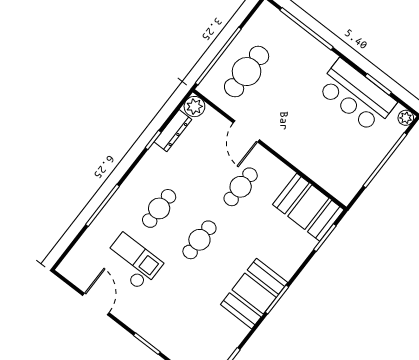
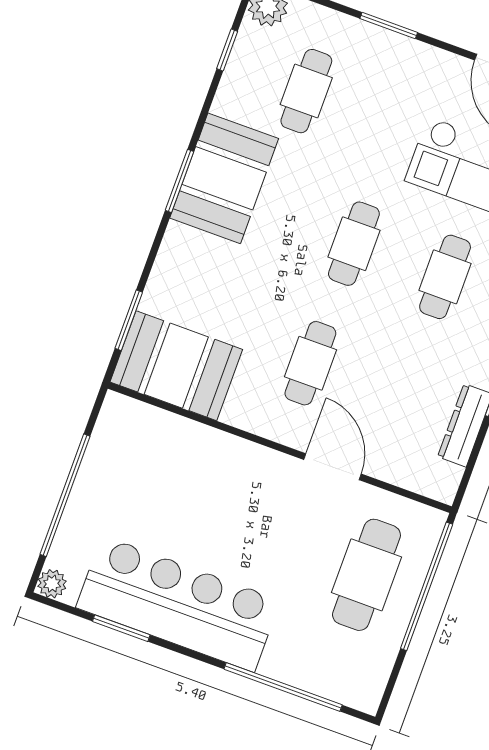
bar counter: (356, 96) -> (178, 604), width x1.36
plant: (194, 107) -> (440, 482), removed
cafe table: (199, 324) -> (306, 91), added

